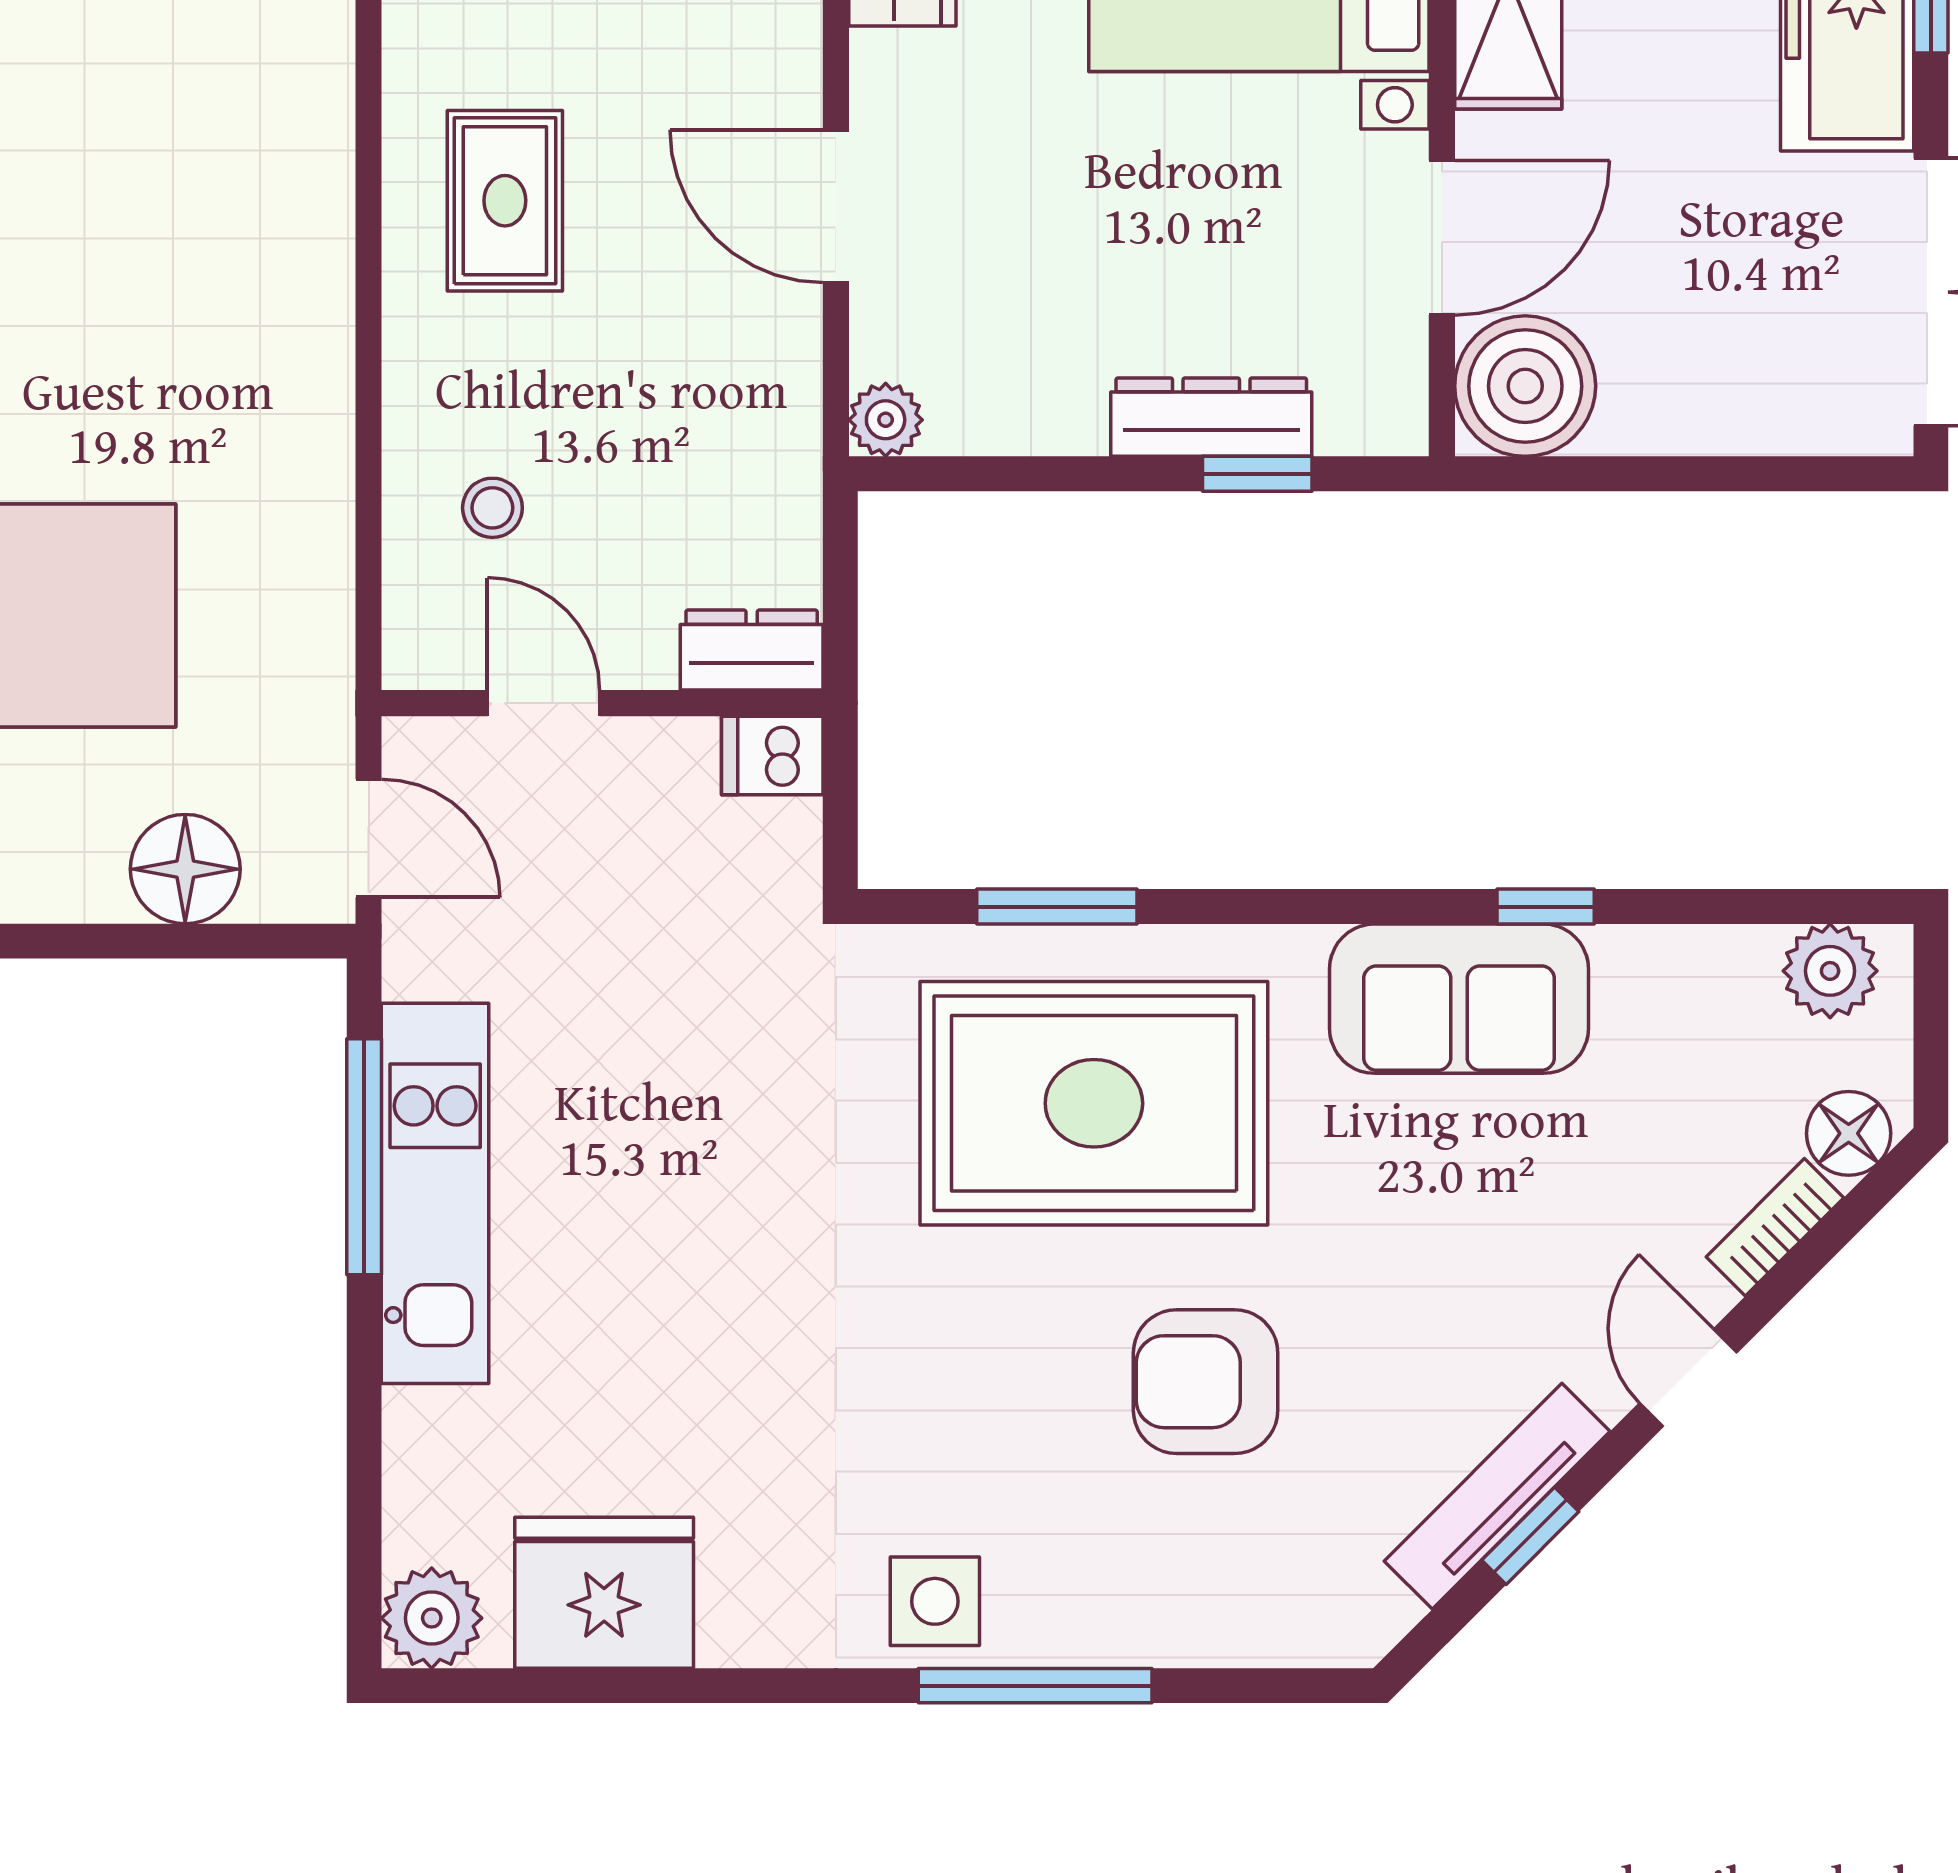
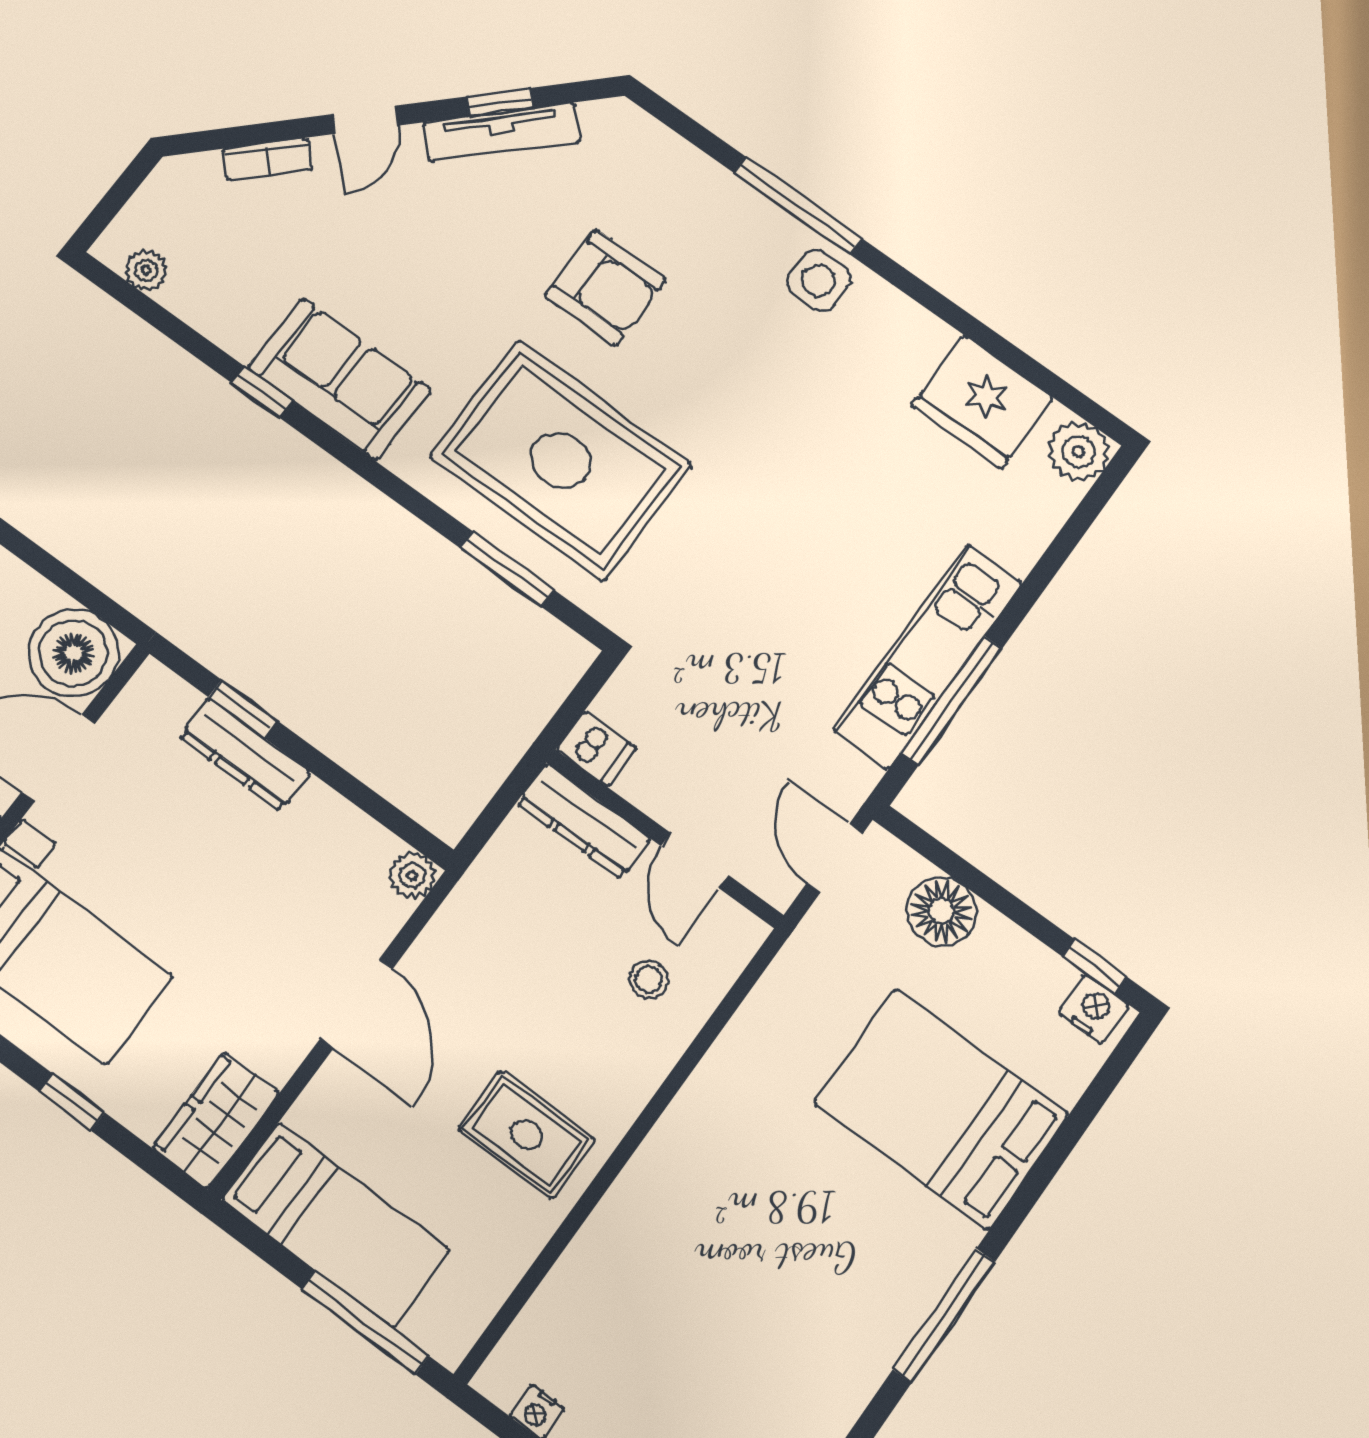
rug: (505, 201) -> (527, 1134), turned 90
dresser: (752, 650) -> (584, 821), width x1.44
plant: (1830, 971) -> (146, 270), width x0.73, depth x0.73
floor lamp: (1849, 1133) -> (196, 177), removed

